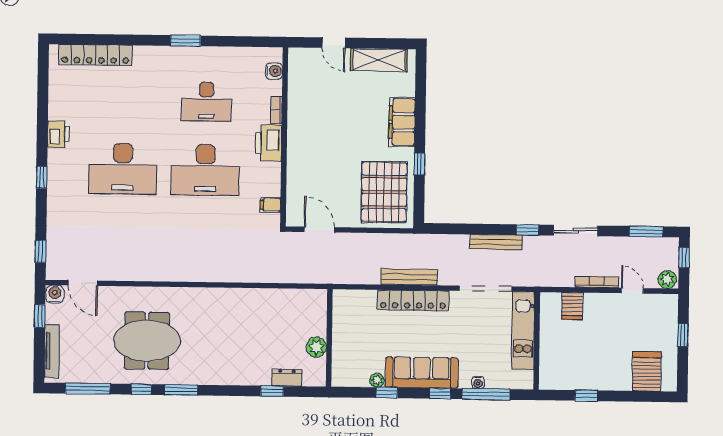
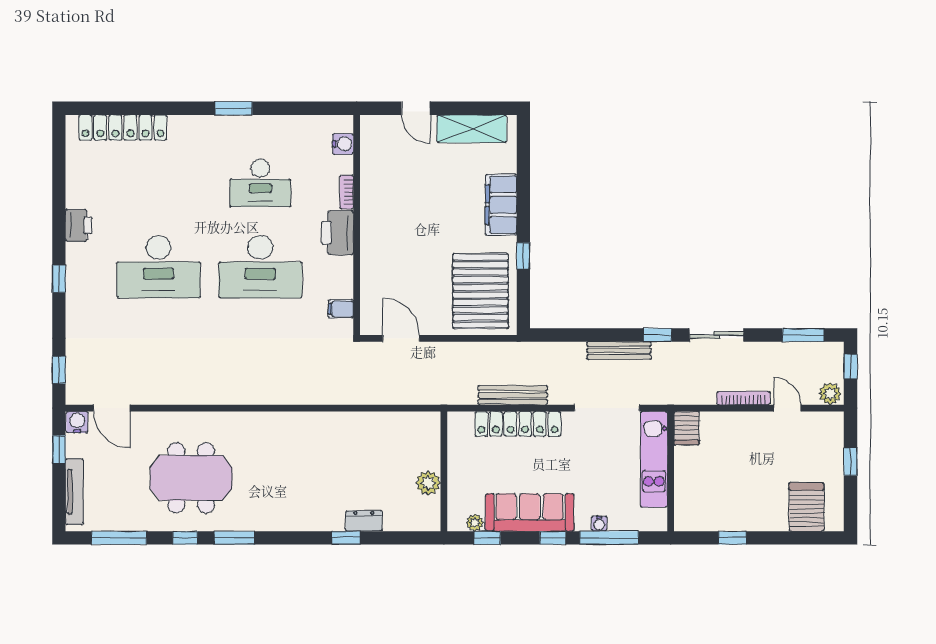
server rack: (572, 306) -> (687, 428), moved
wall: (329, 338) -> (444, 471), moved
plant: (316, 347) -> (428, 483), moved

